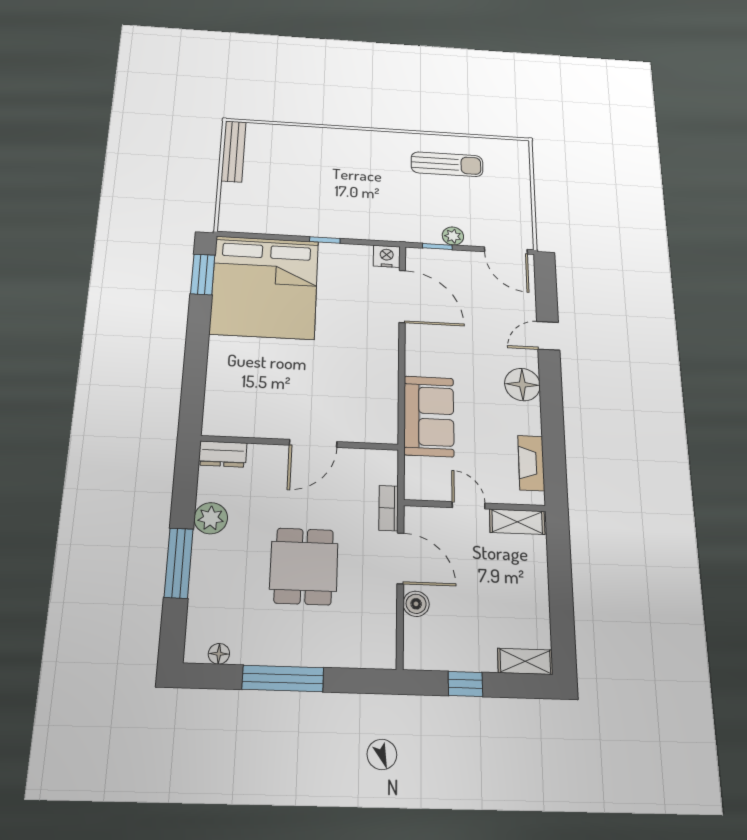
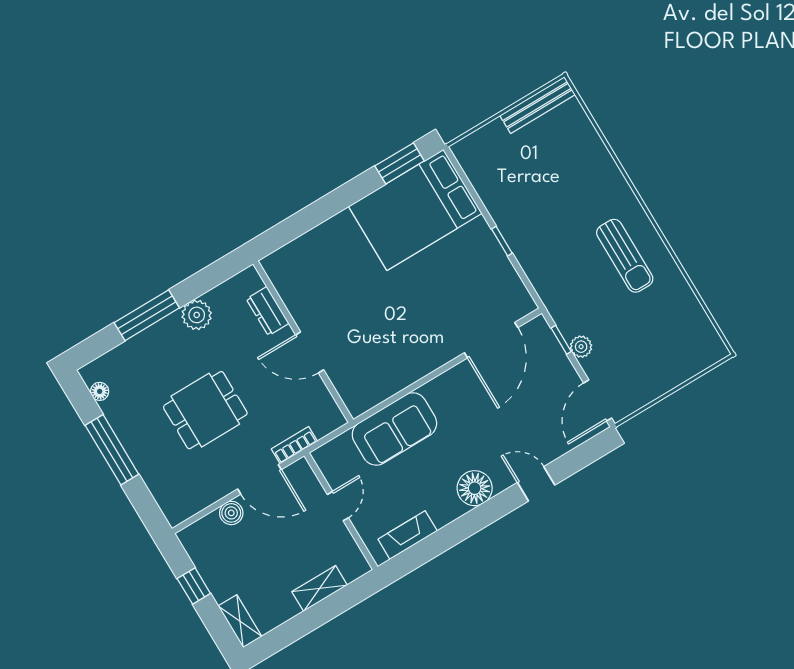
sun lounger: (447, 164) -> (625, 256), moved
nightstand: (387, 256) -> (522, 303), removed
bed: (265, 287) -> (415, 210), width x0.73
dresser: (223, 454) -> (268, 311), moved
shelving: (517, 522) -> (320, 588), moved, turned 90
door: (400, 558) -> (259, 479), hinge flipped

